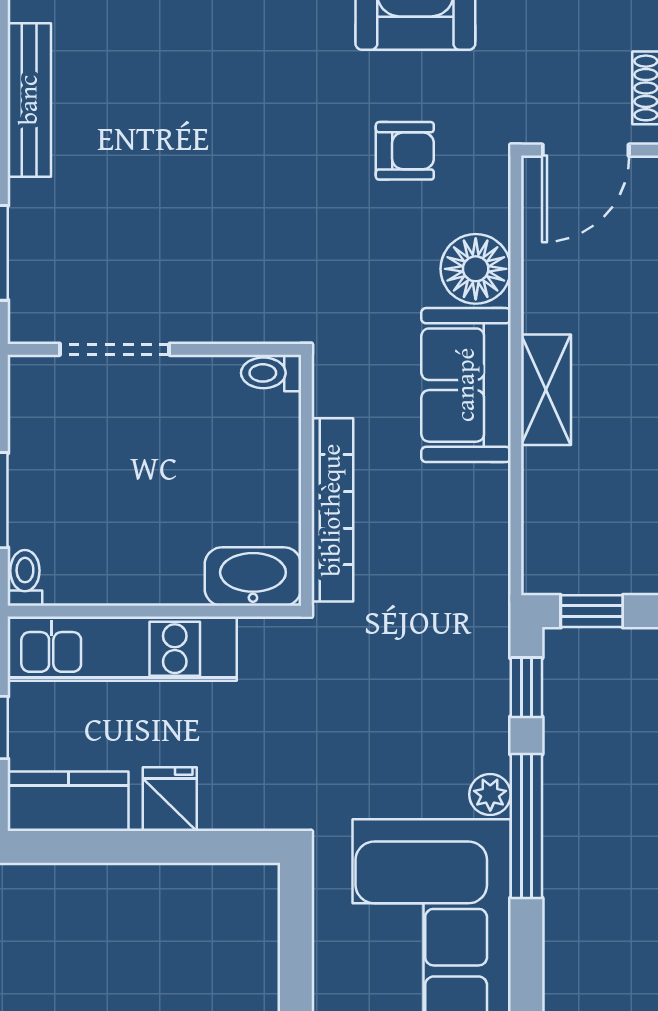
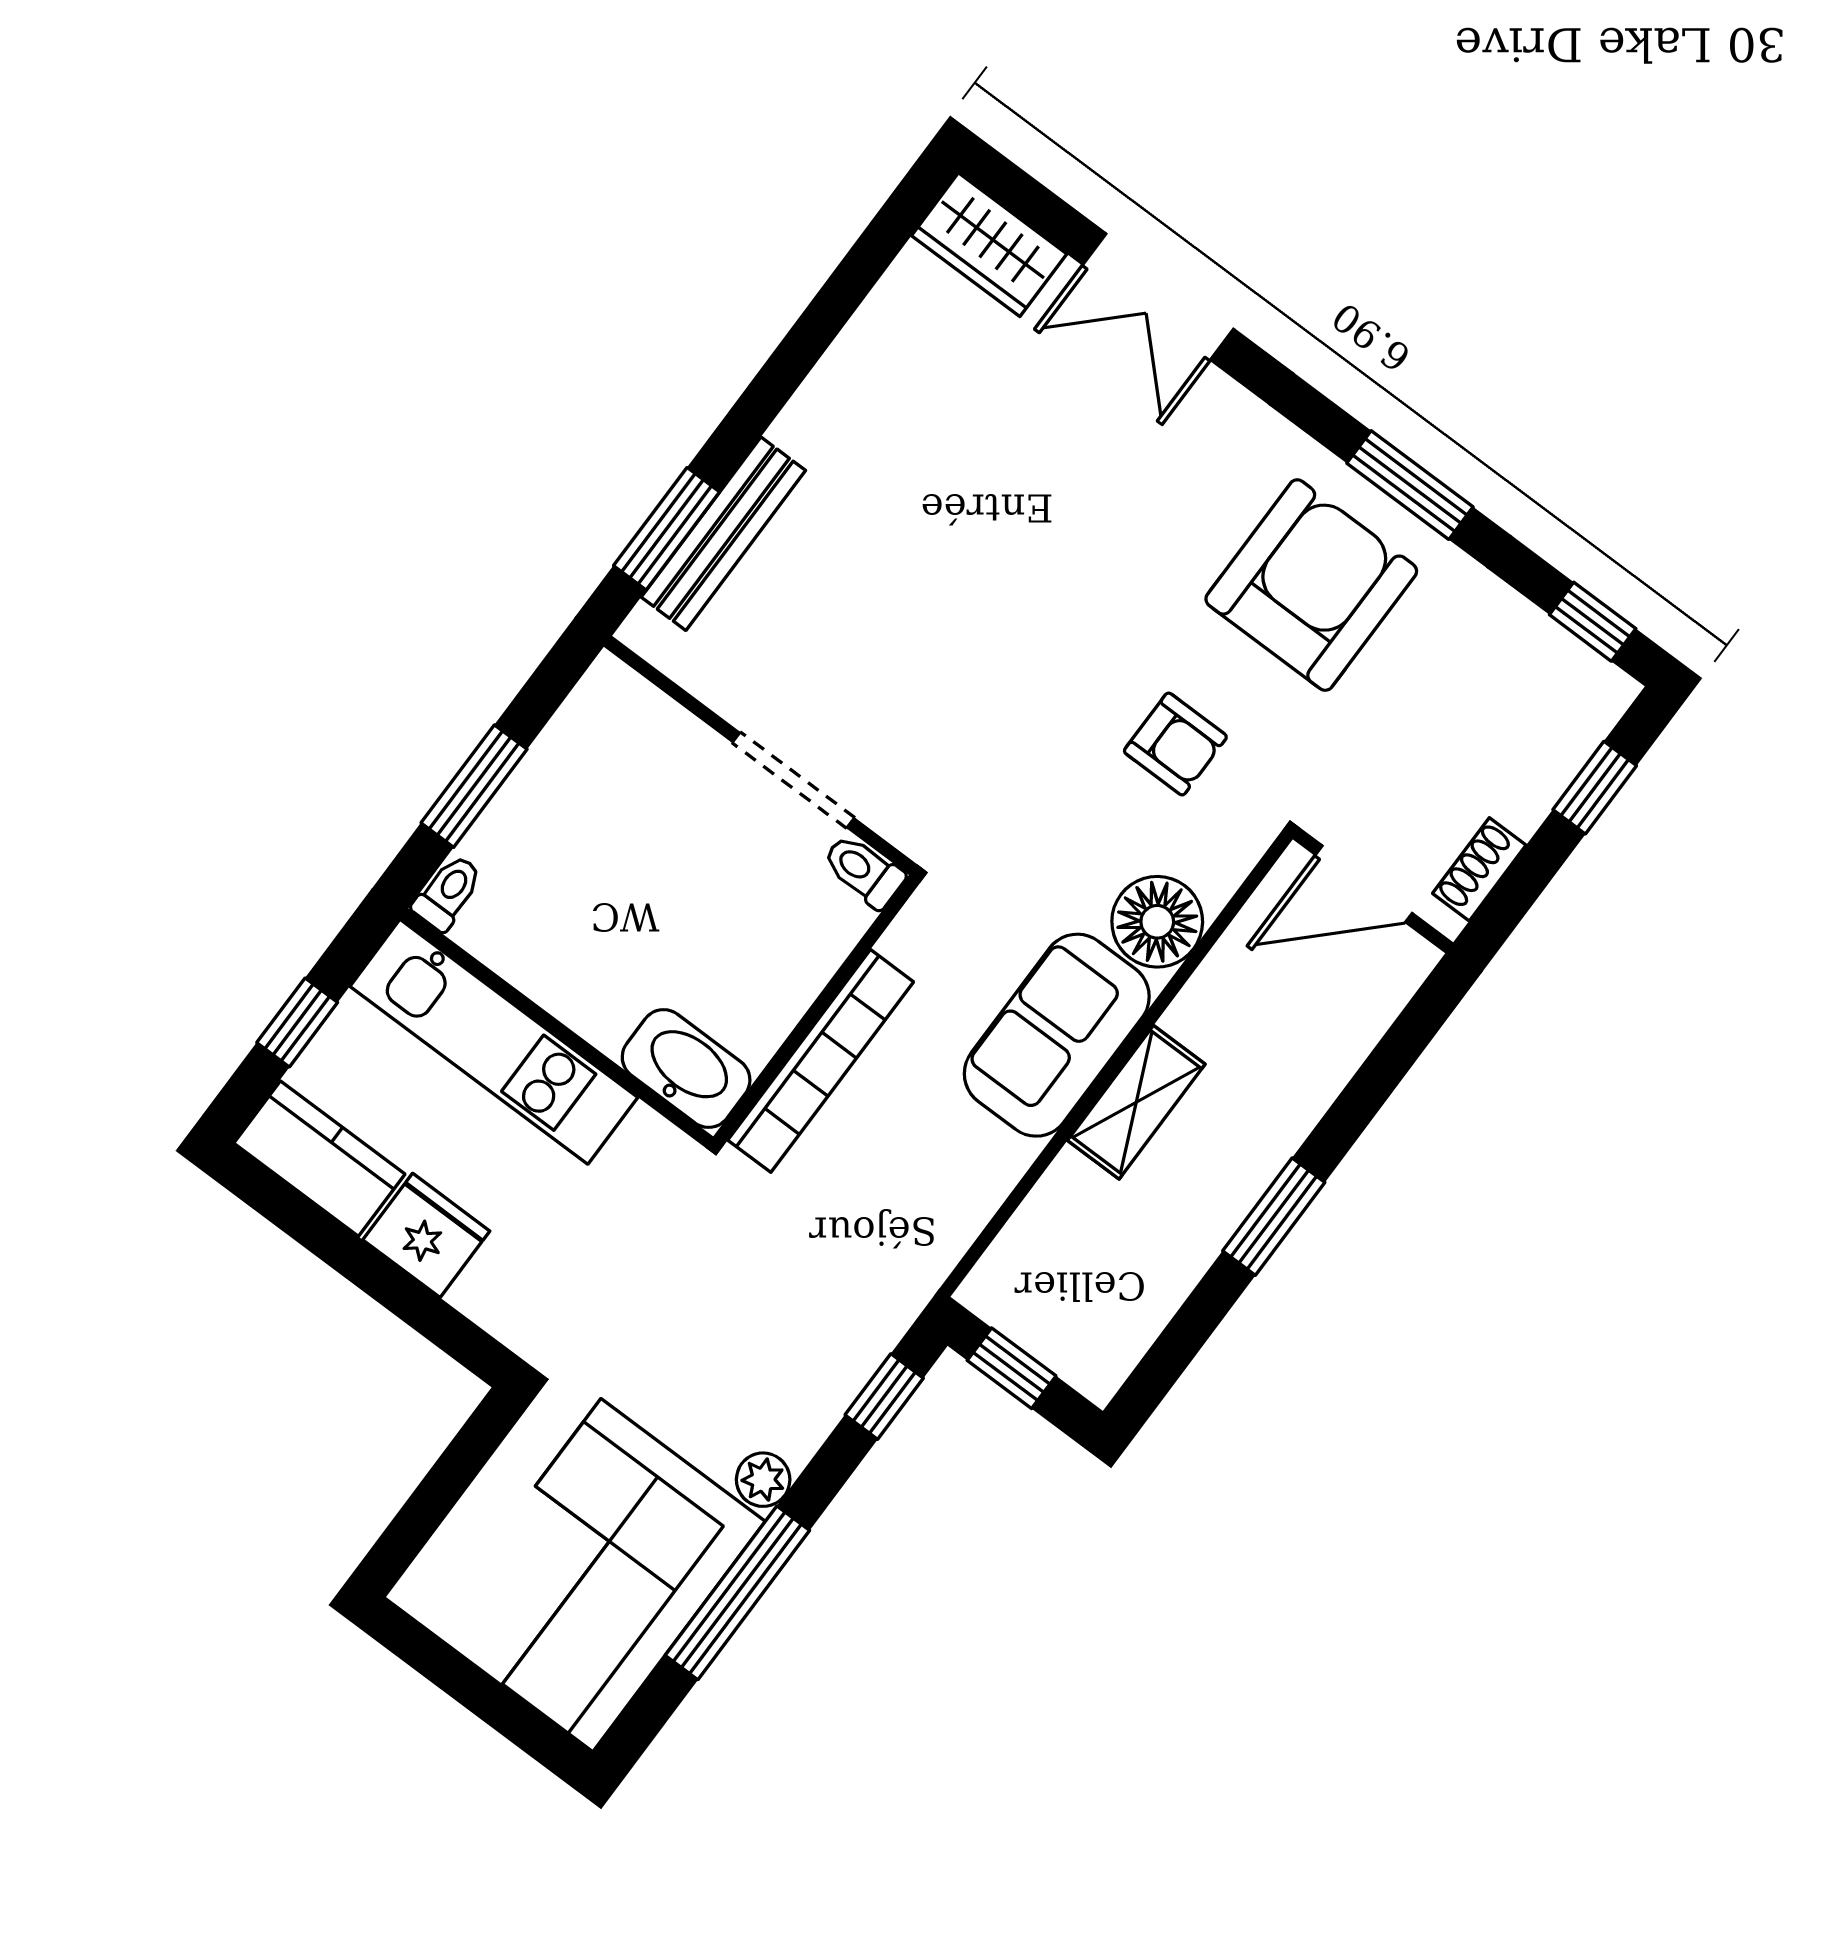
bench: (29, 100) -> (723, 534), moved
doorway: (115, 349) -> (793, 780), moved
fridge: (170, 799) -> (426, 1235), width x1.38
window: (526, 826) -> (737, 1593), moved

